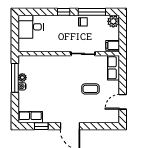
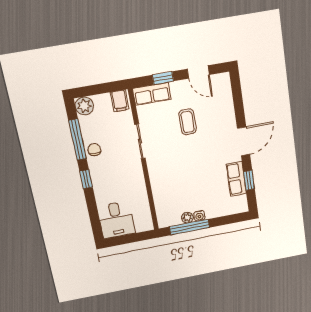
window: (123, 77) -> (163, 78), added
row of seats: (30, 117) -> (236, 179), moved

